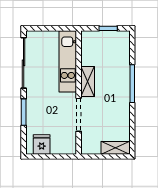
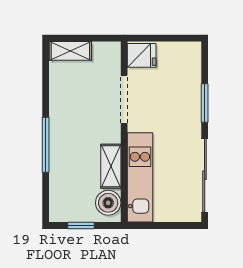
boiler: (89, 44) -> (108, 203), added
shelving: (88, 81) -> (111, 166), moved
fridge: (42, 144) -> (142, 55), moved, turned -90

